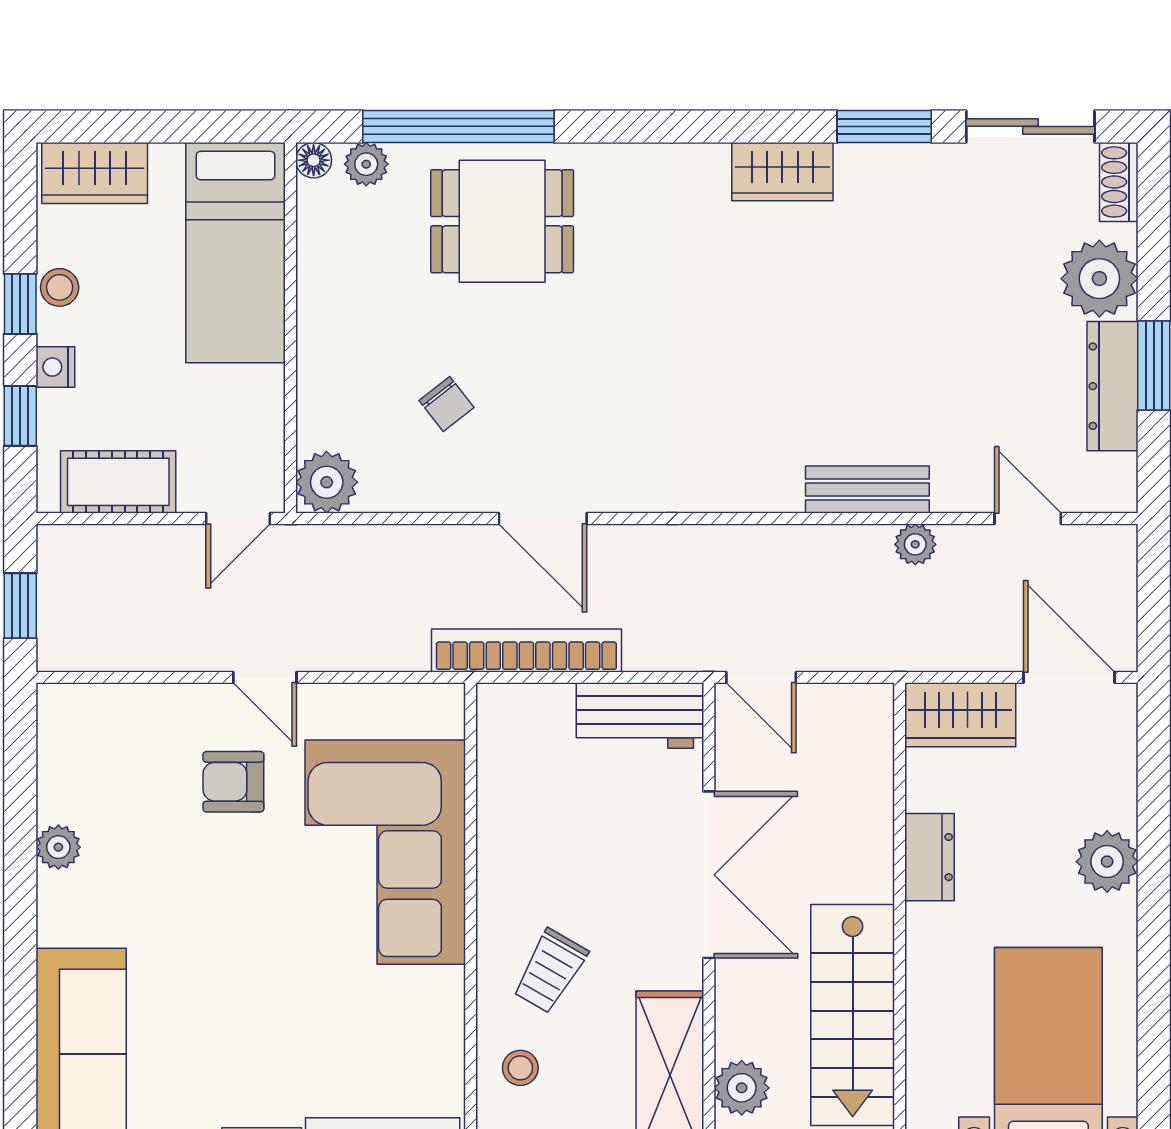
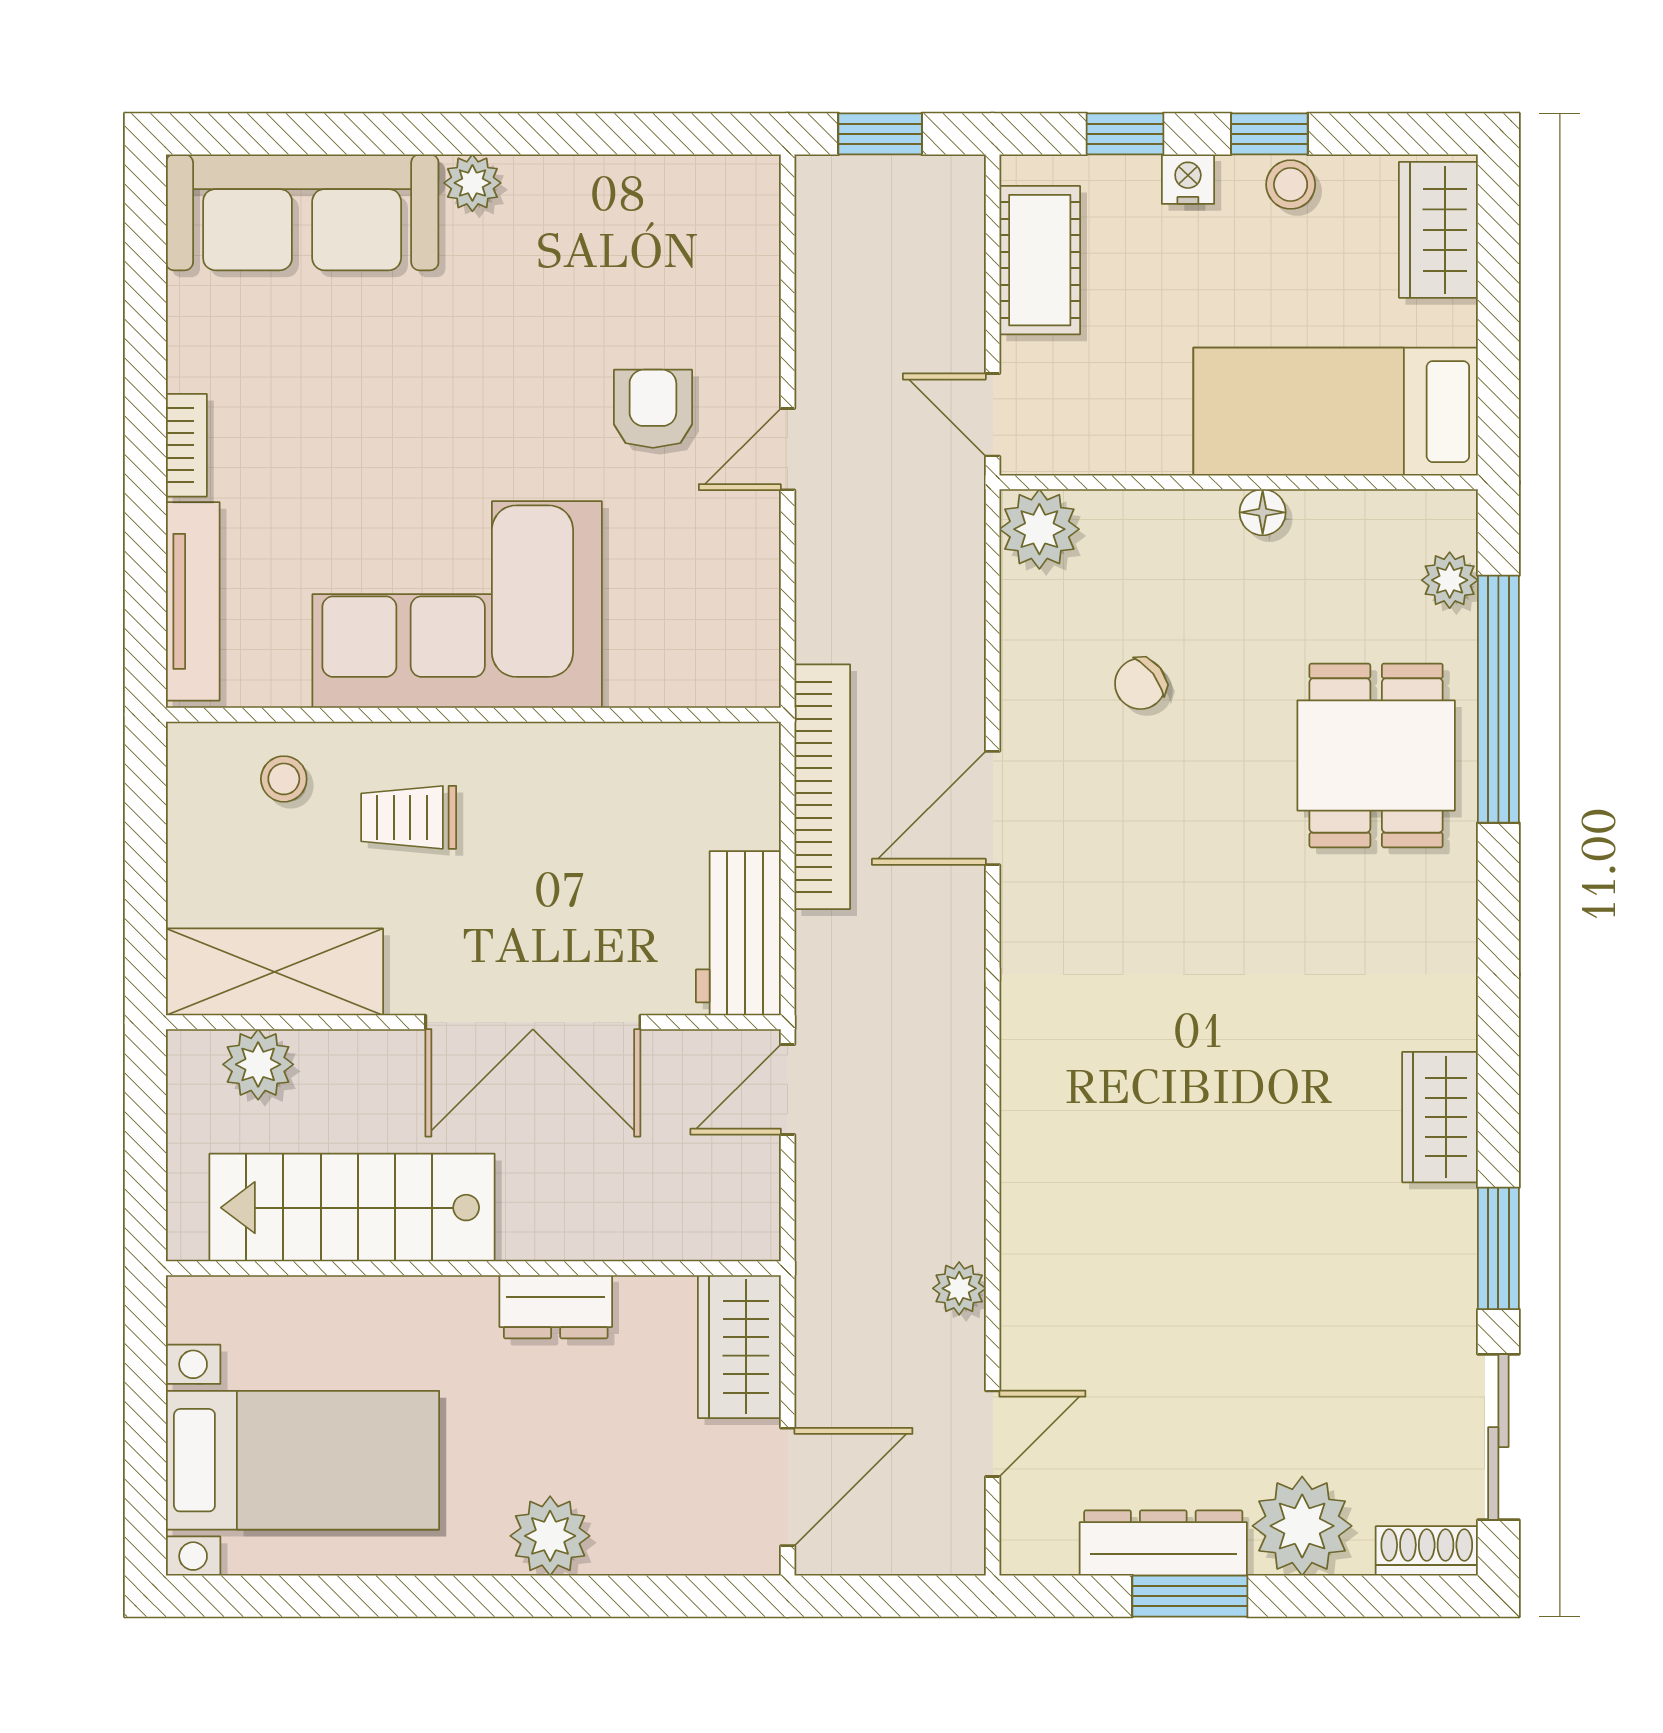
floor lamp: (314, 160) -> (1263, 512), moved
bench: (867, 490) -> (1030, 1227), removed
plant: (58, 847) -> (472, 183), moved
corner sofa: (385, 852) -> (457, 605), moved
trolley: (550, 971) -> (409, 817), turned -30

